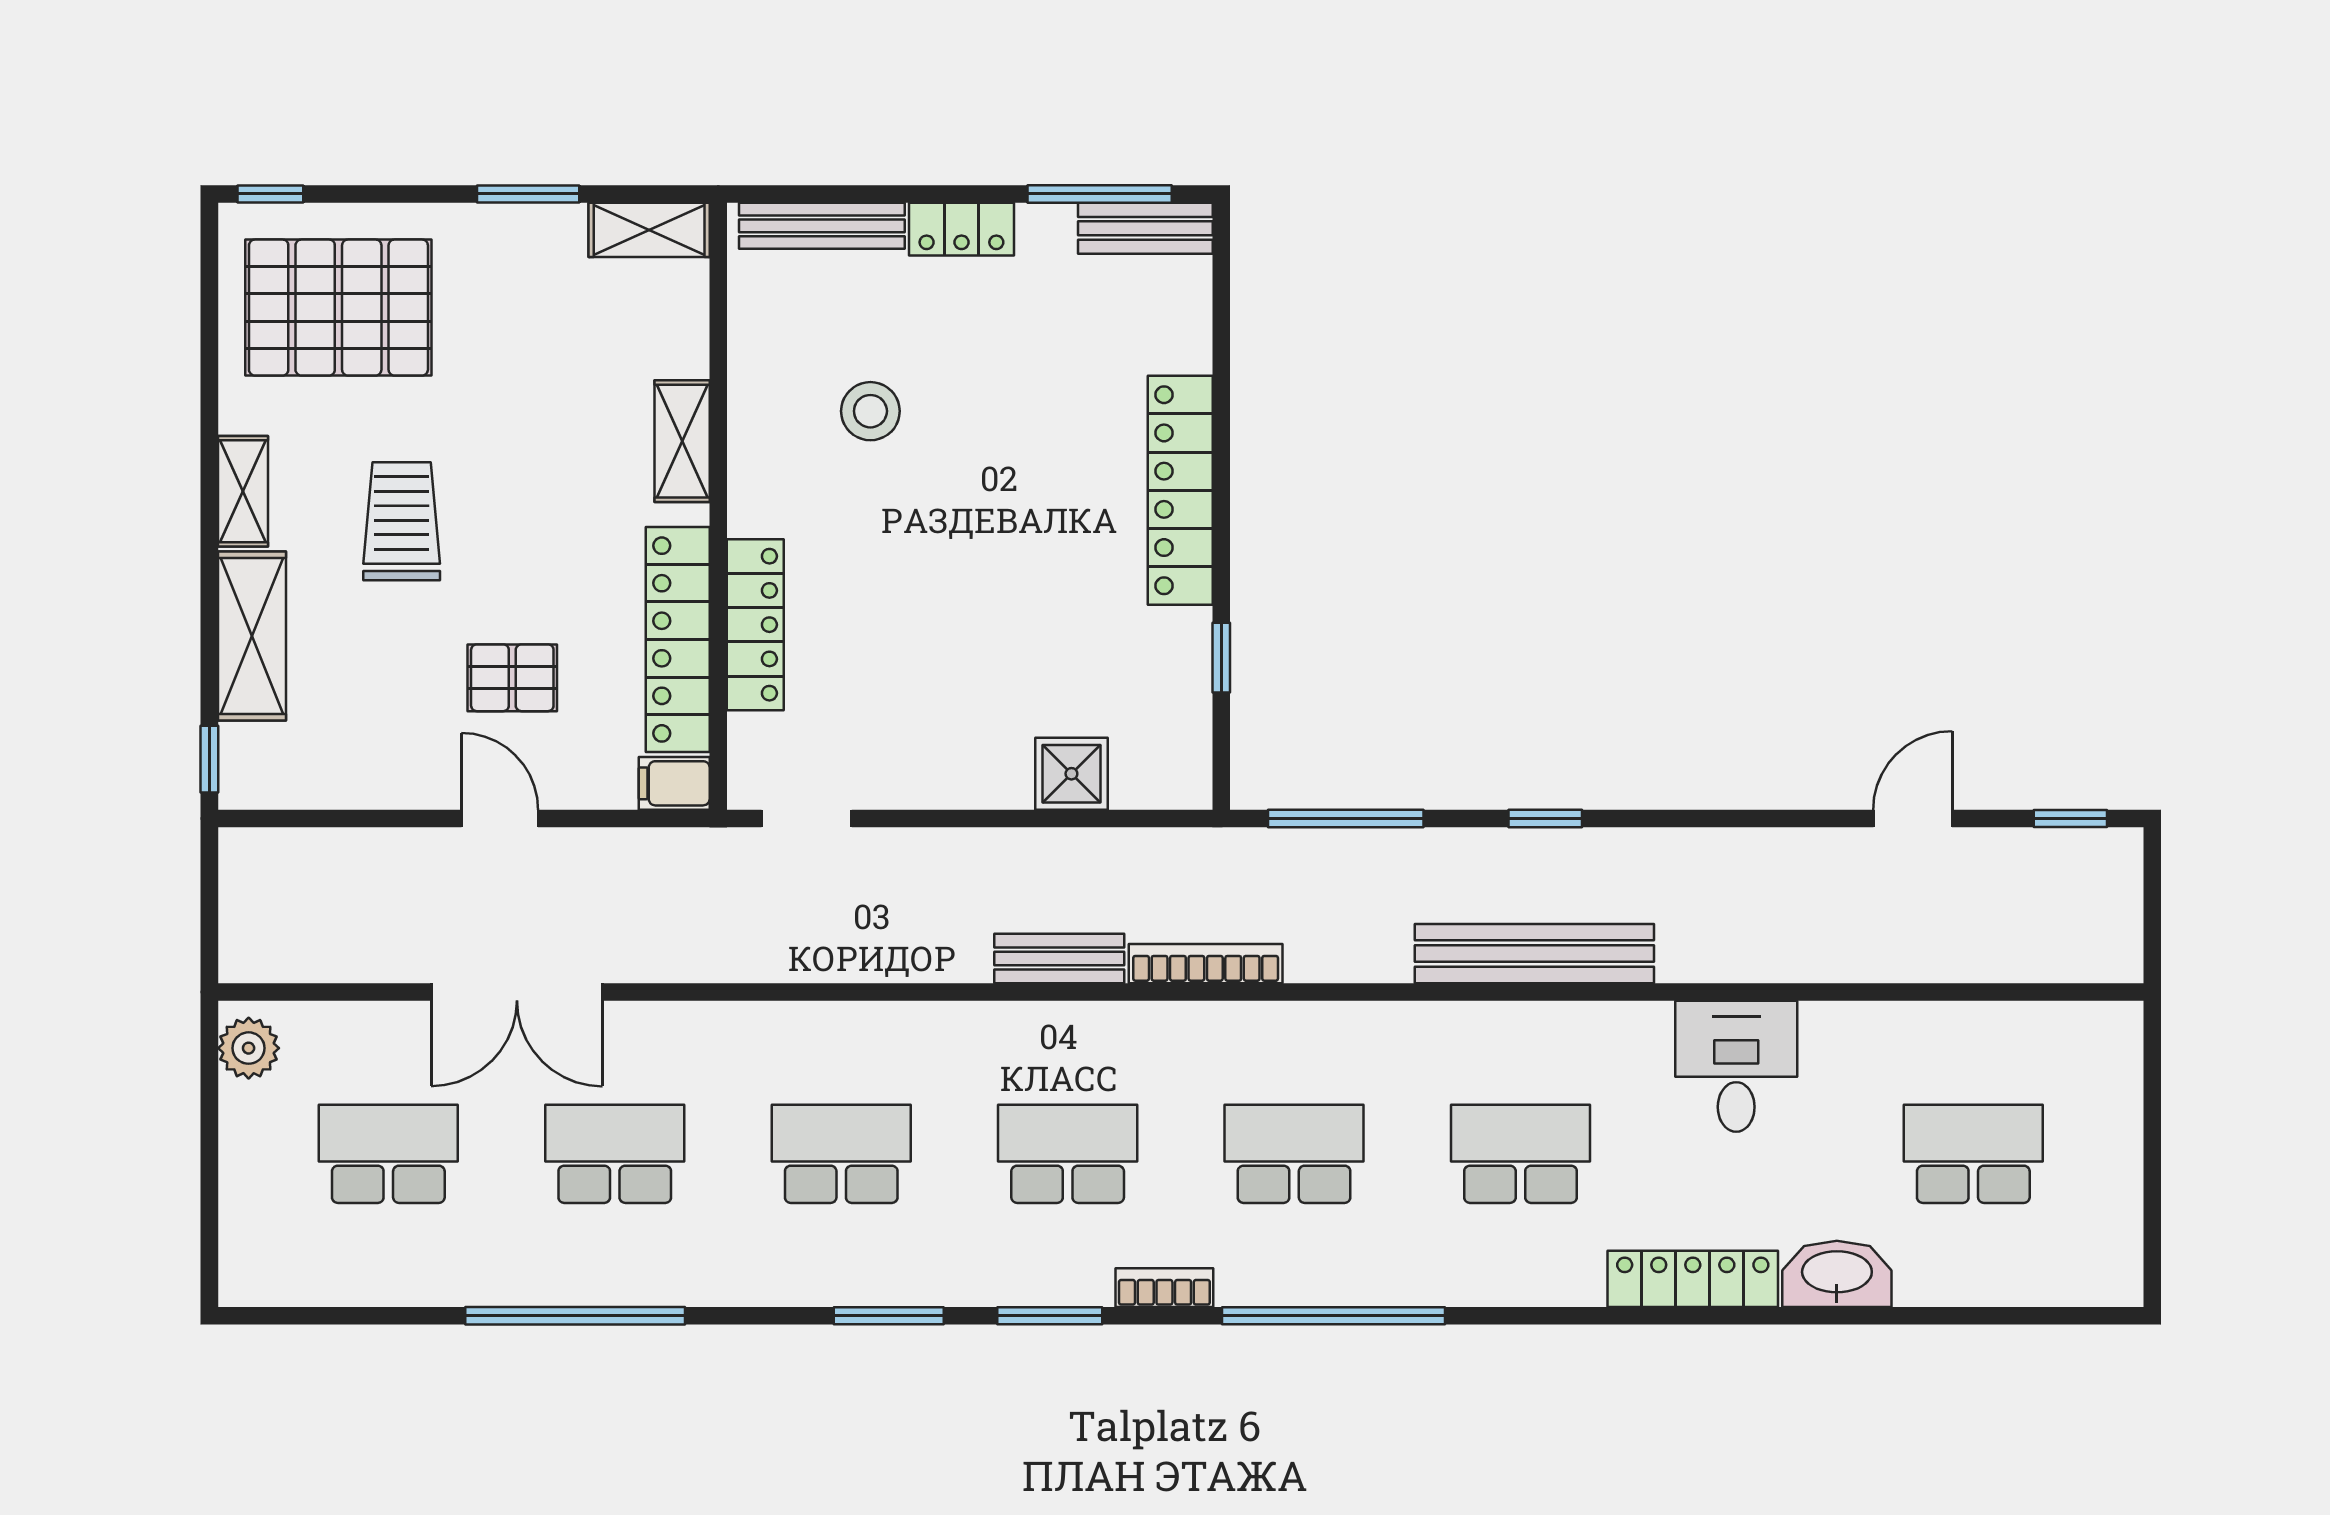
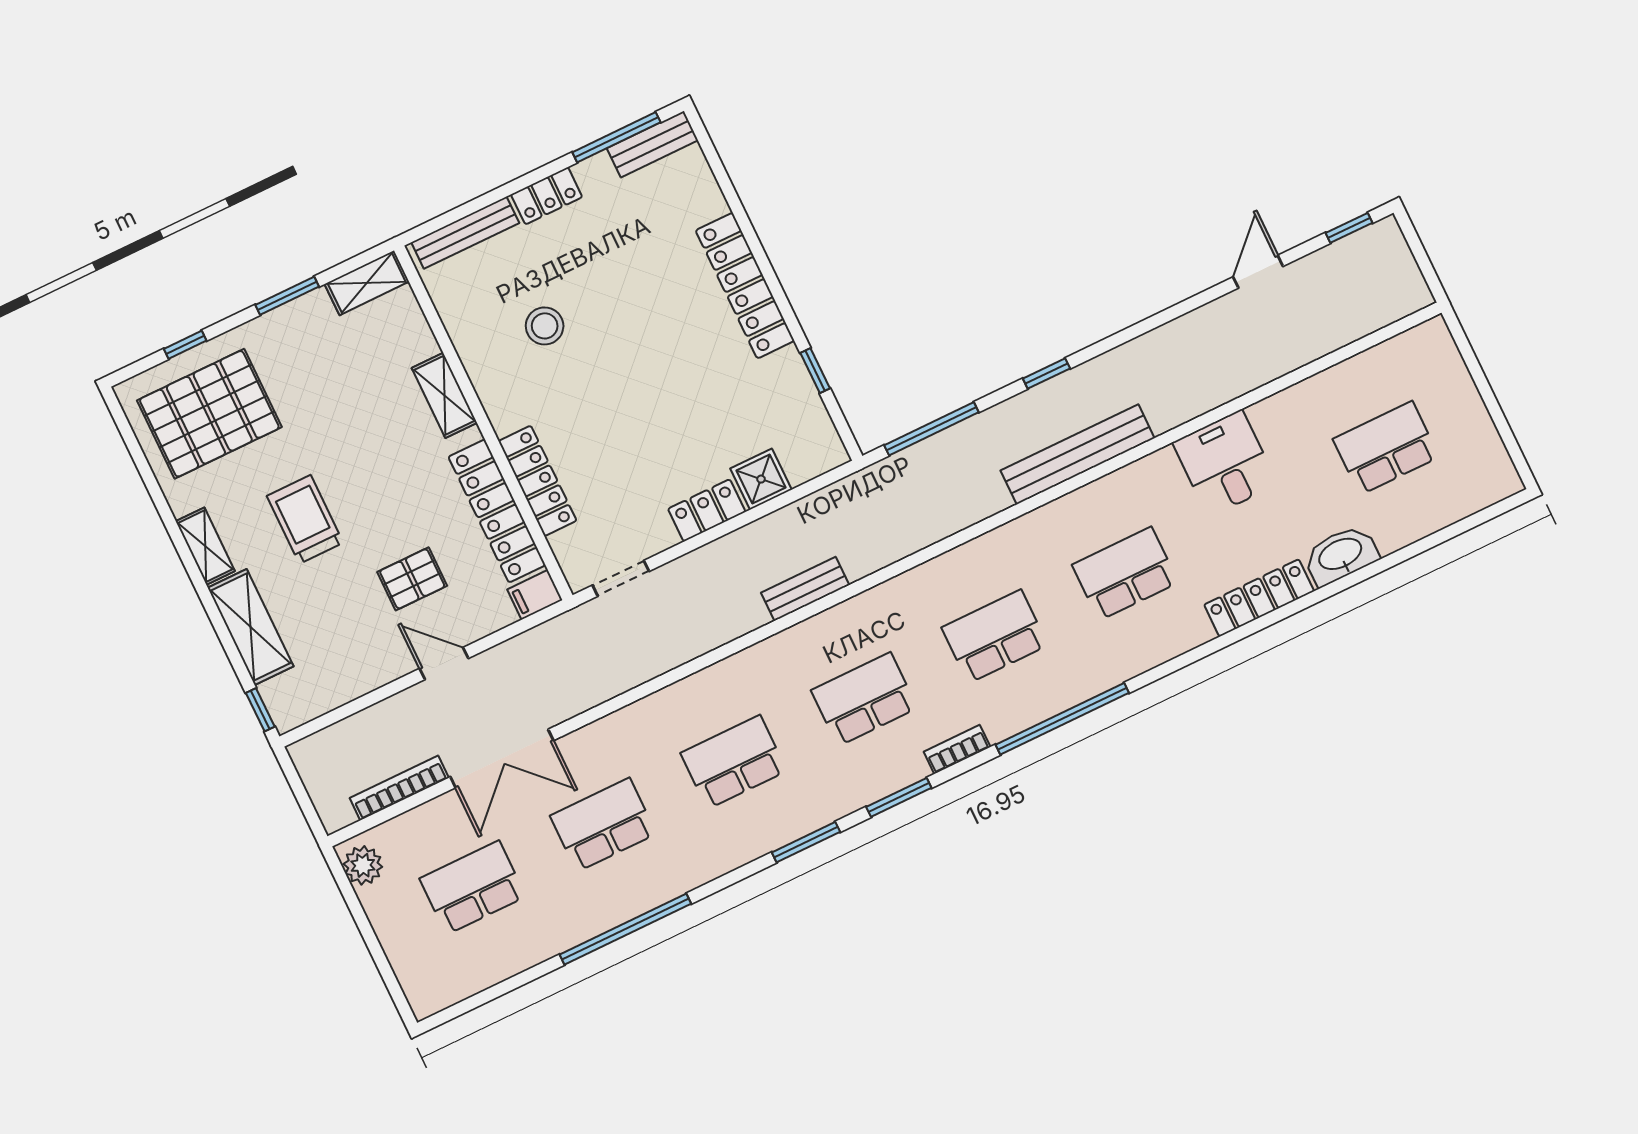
window: (270, 194) -> (185, 345), moved
locker: (974, 781) -> (707, 510), added
bookcase: (1206, 964) -> (399, 788), moved

